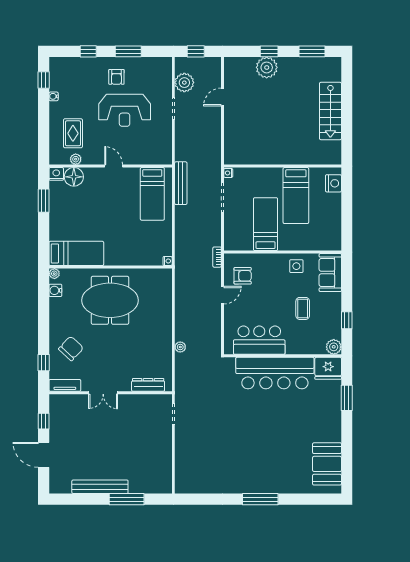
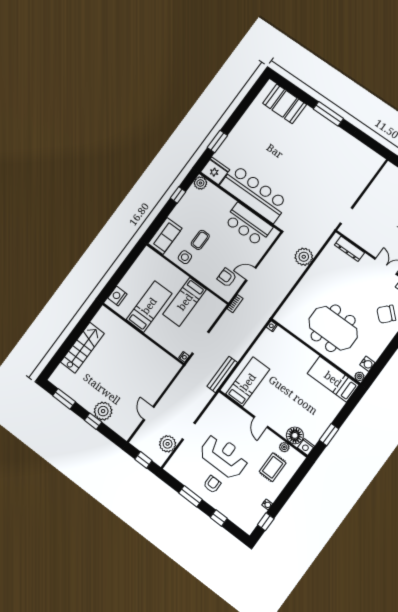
door: (223, 97) -> (149, 413), swing flipped
coffee table: (303, 308) -> (200, 240), moved
plant: (180, 347) -> (304, 257), width x1.88, depth x1.88
booth: (327, 464) -> (284, 104), moved, turned 90

